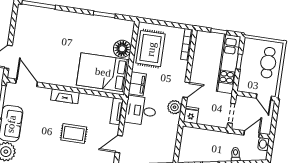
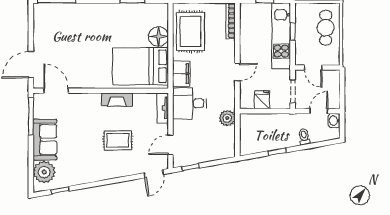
fireplace: (65, 96) -> (117, 100), moved
door: (264, 97) -> (313, 68), moved
plant: (175, 107) -> (227, 118), moved
fridge: (191, 115) -> (262, 100), moved

